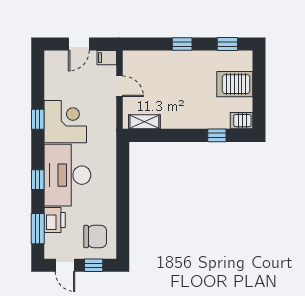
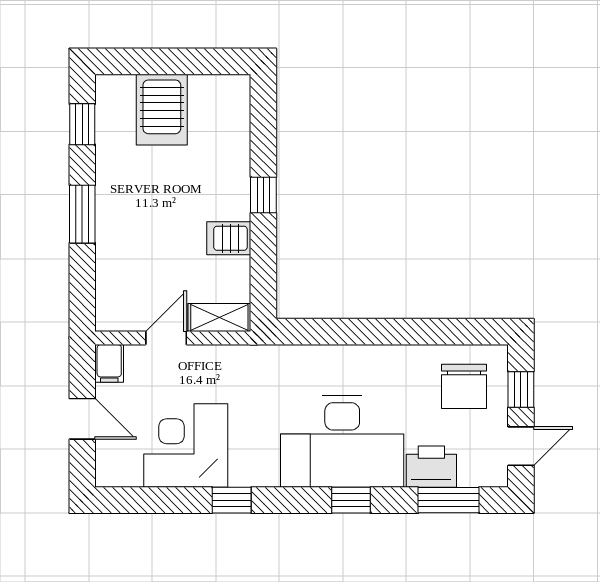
window: (182, 44) -> (82, 214), width x1.50
server rack: (242, 121) -> (229, 238), moved, turned 90
corner desk: (65, 122) -> (186, 445), moved
shelving: (144, 122) -> (219, 318), moved, turned 90
window: (217, 135) -> (263, 195), moved
chair: (95, 237) -> (464, 386), turned 180

